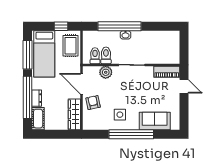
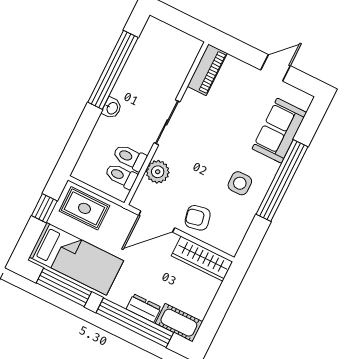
window: (120, 26) -> (113, 70), moved
door: (184, 86) -> (275, 68), moved

